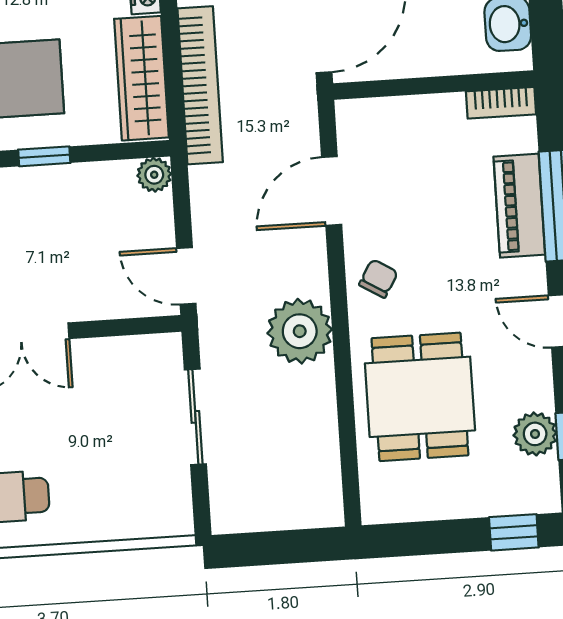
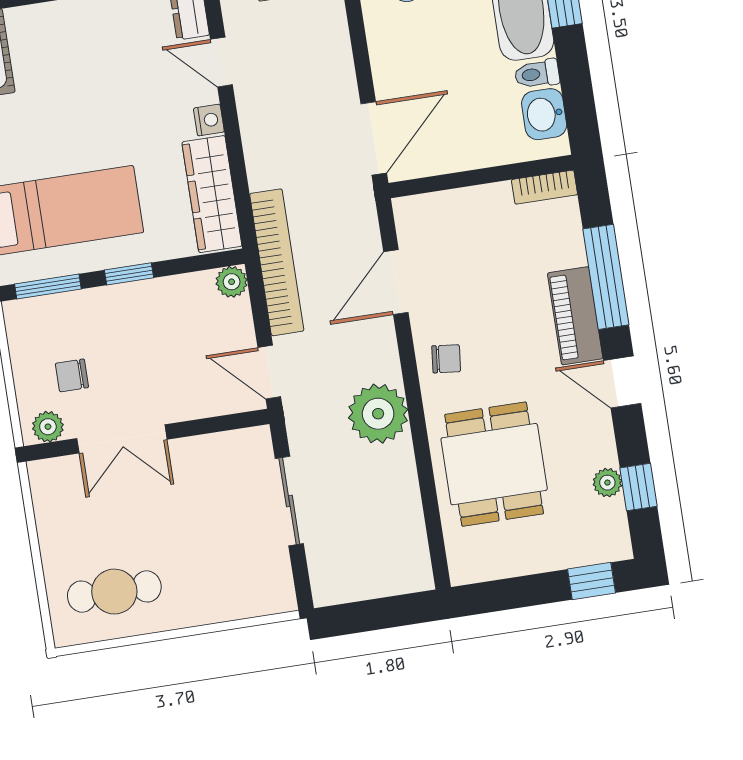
bookcase: (200, 85) -> (277, 262), moved
piano: (519, 206) -> (575, 316), moved
chair: (378, 279) -> (446, 359), turned 65
plant: (535, 434) -> (607, 483), width x0.73, depth x0.73

